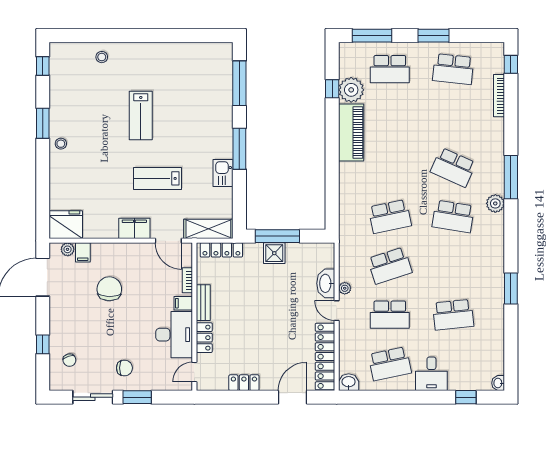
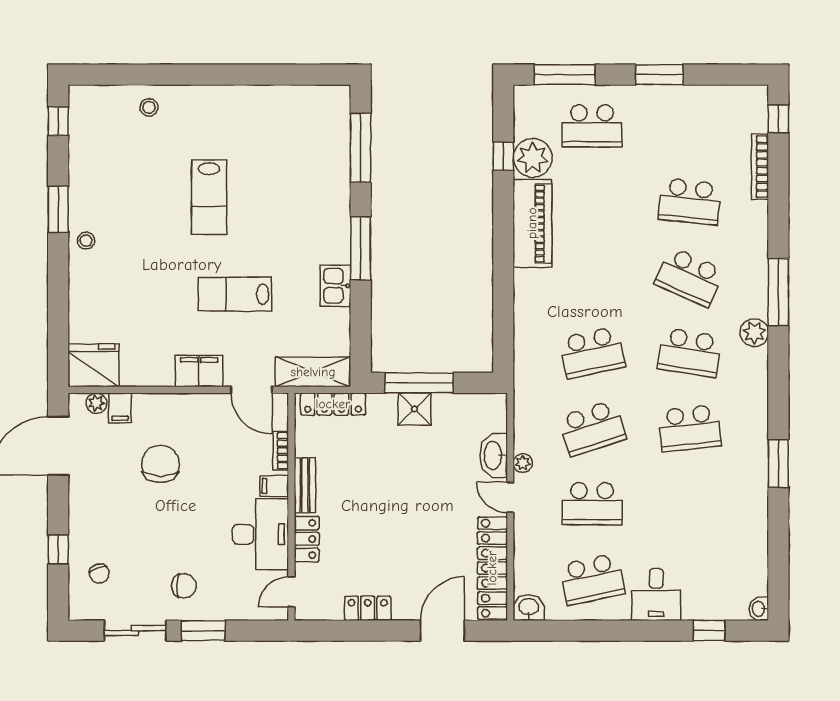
school desk: (453, 69) -> (690, 201), moved
school desk: (453, 315) -> (690, 428), moved

